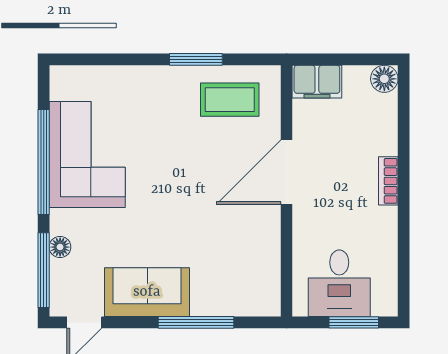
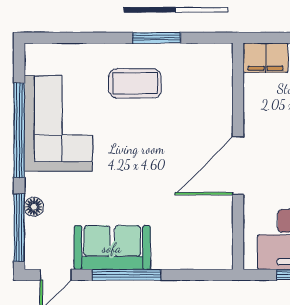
coffee table: (230, 100) -> (135, 83), moved
door: (286, 172) -> (238, 166), moved
window: (196, 322) -> (127, 275), moved

